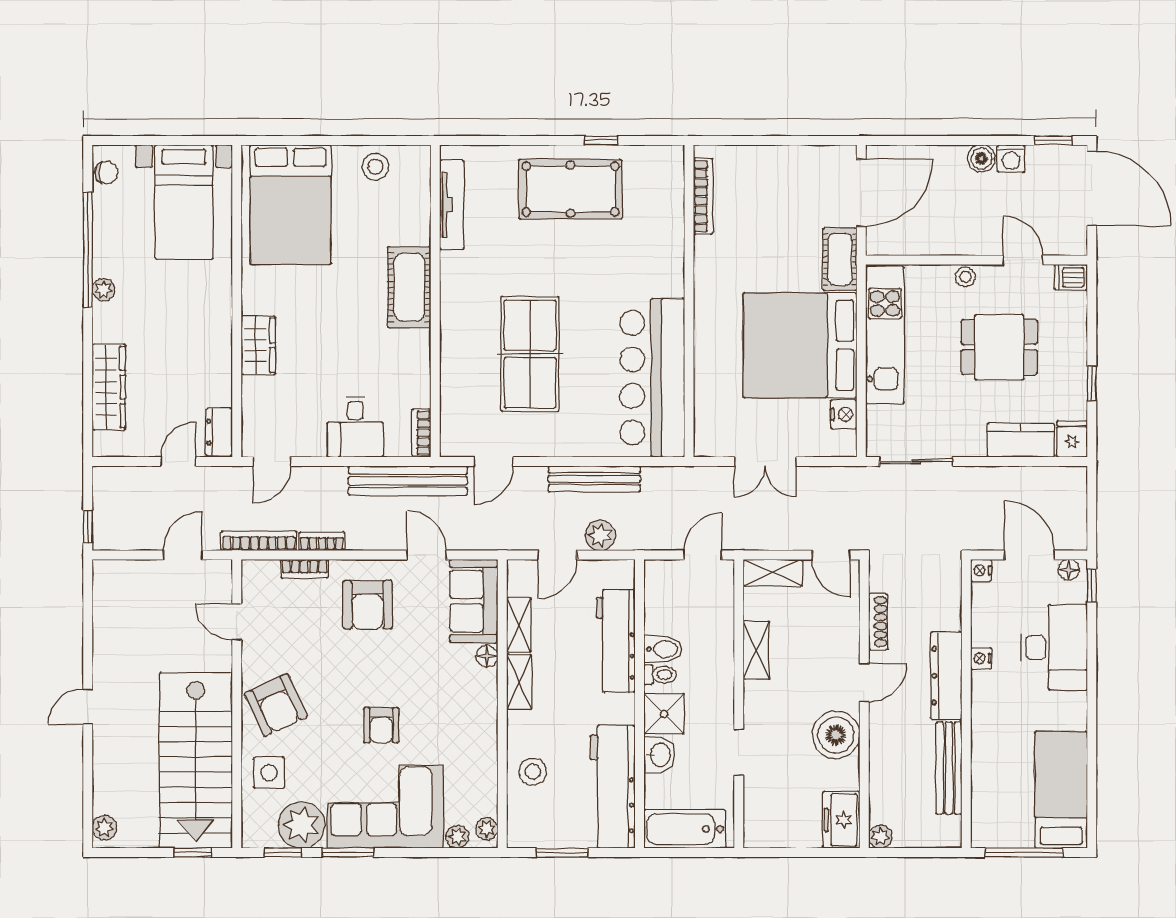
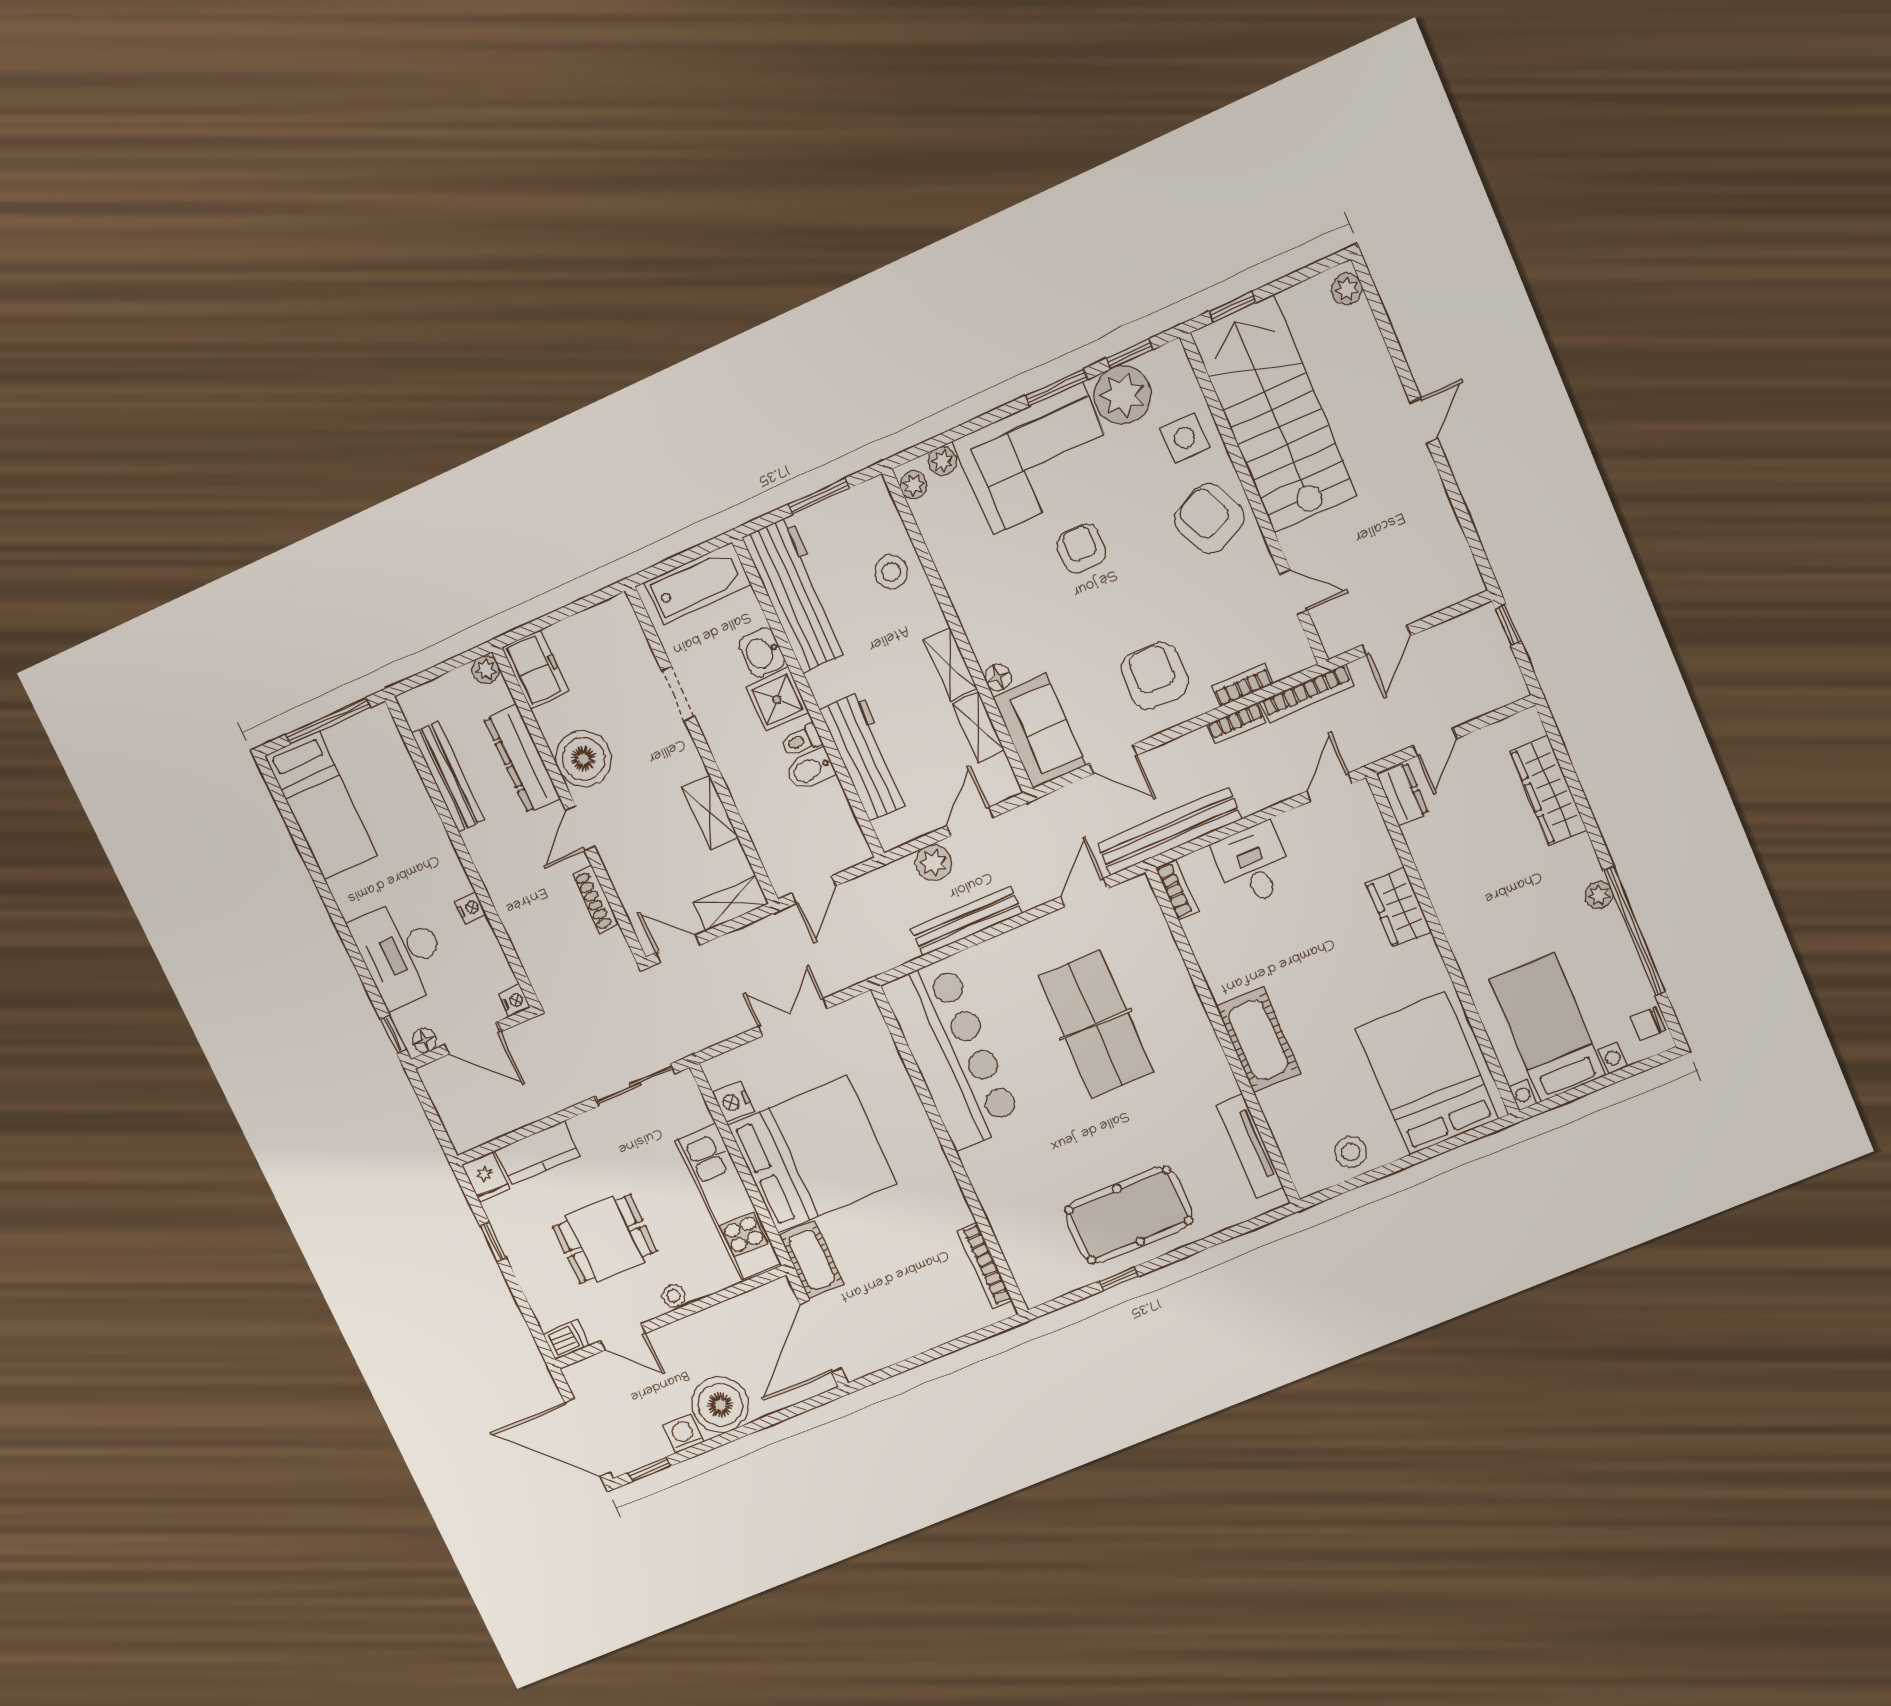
boiler: (981, 159) -> (720, 1405), width x1.86, depth x1.86
dresser: (946, 676) -> (522, 759), moved, turned 180

